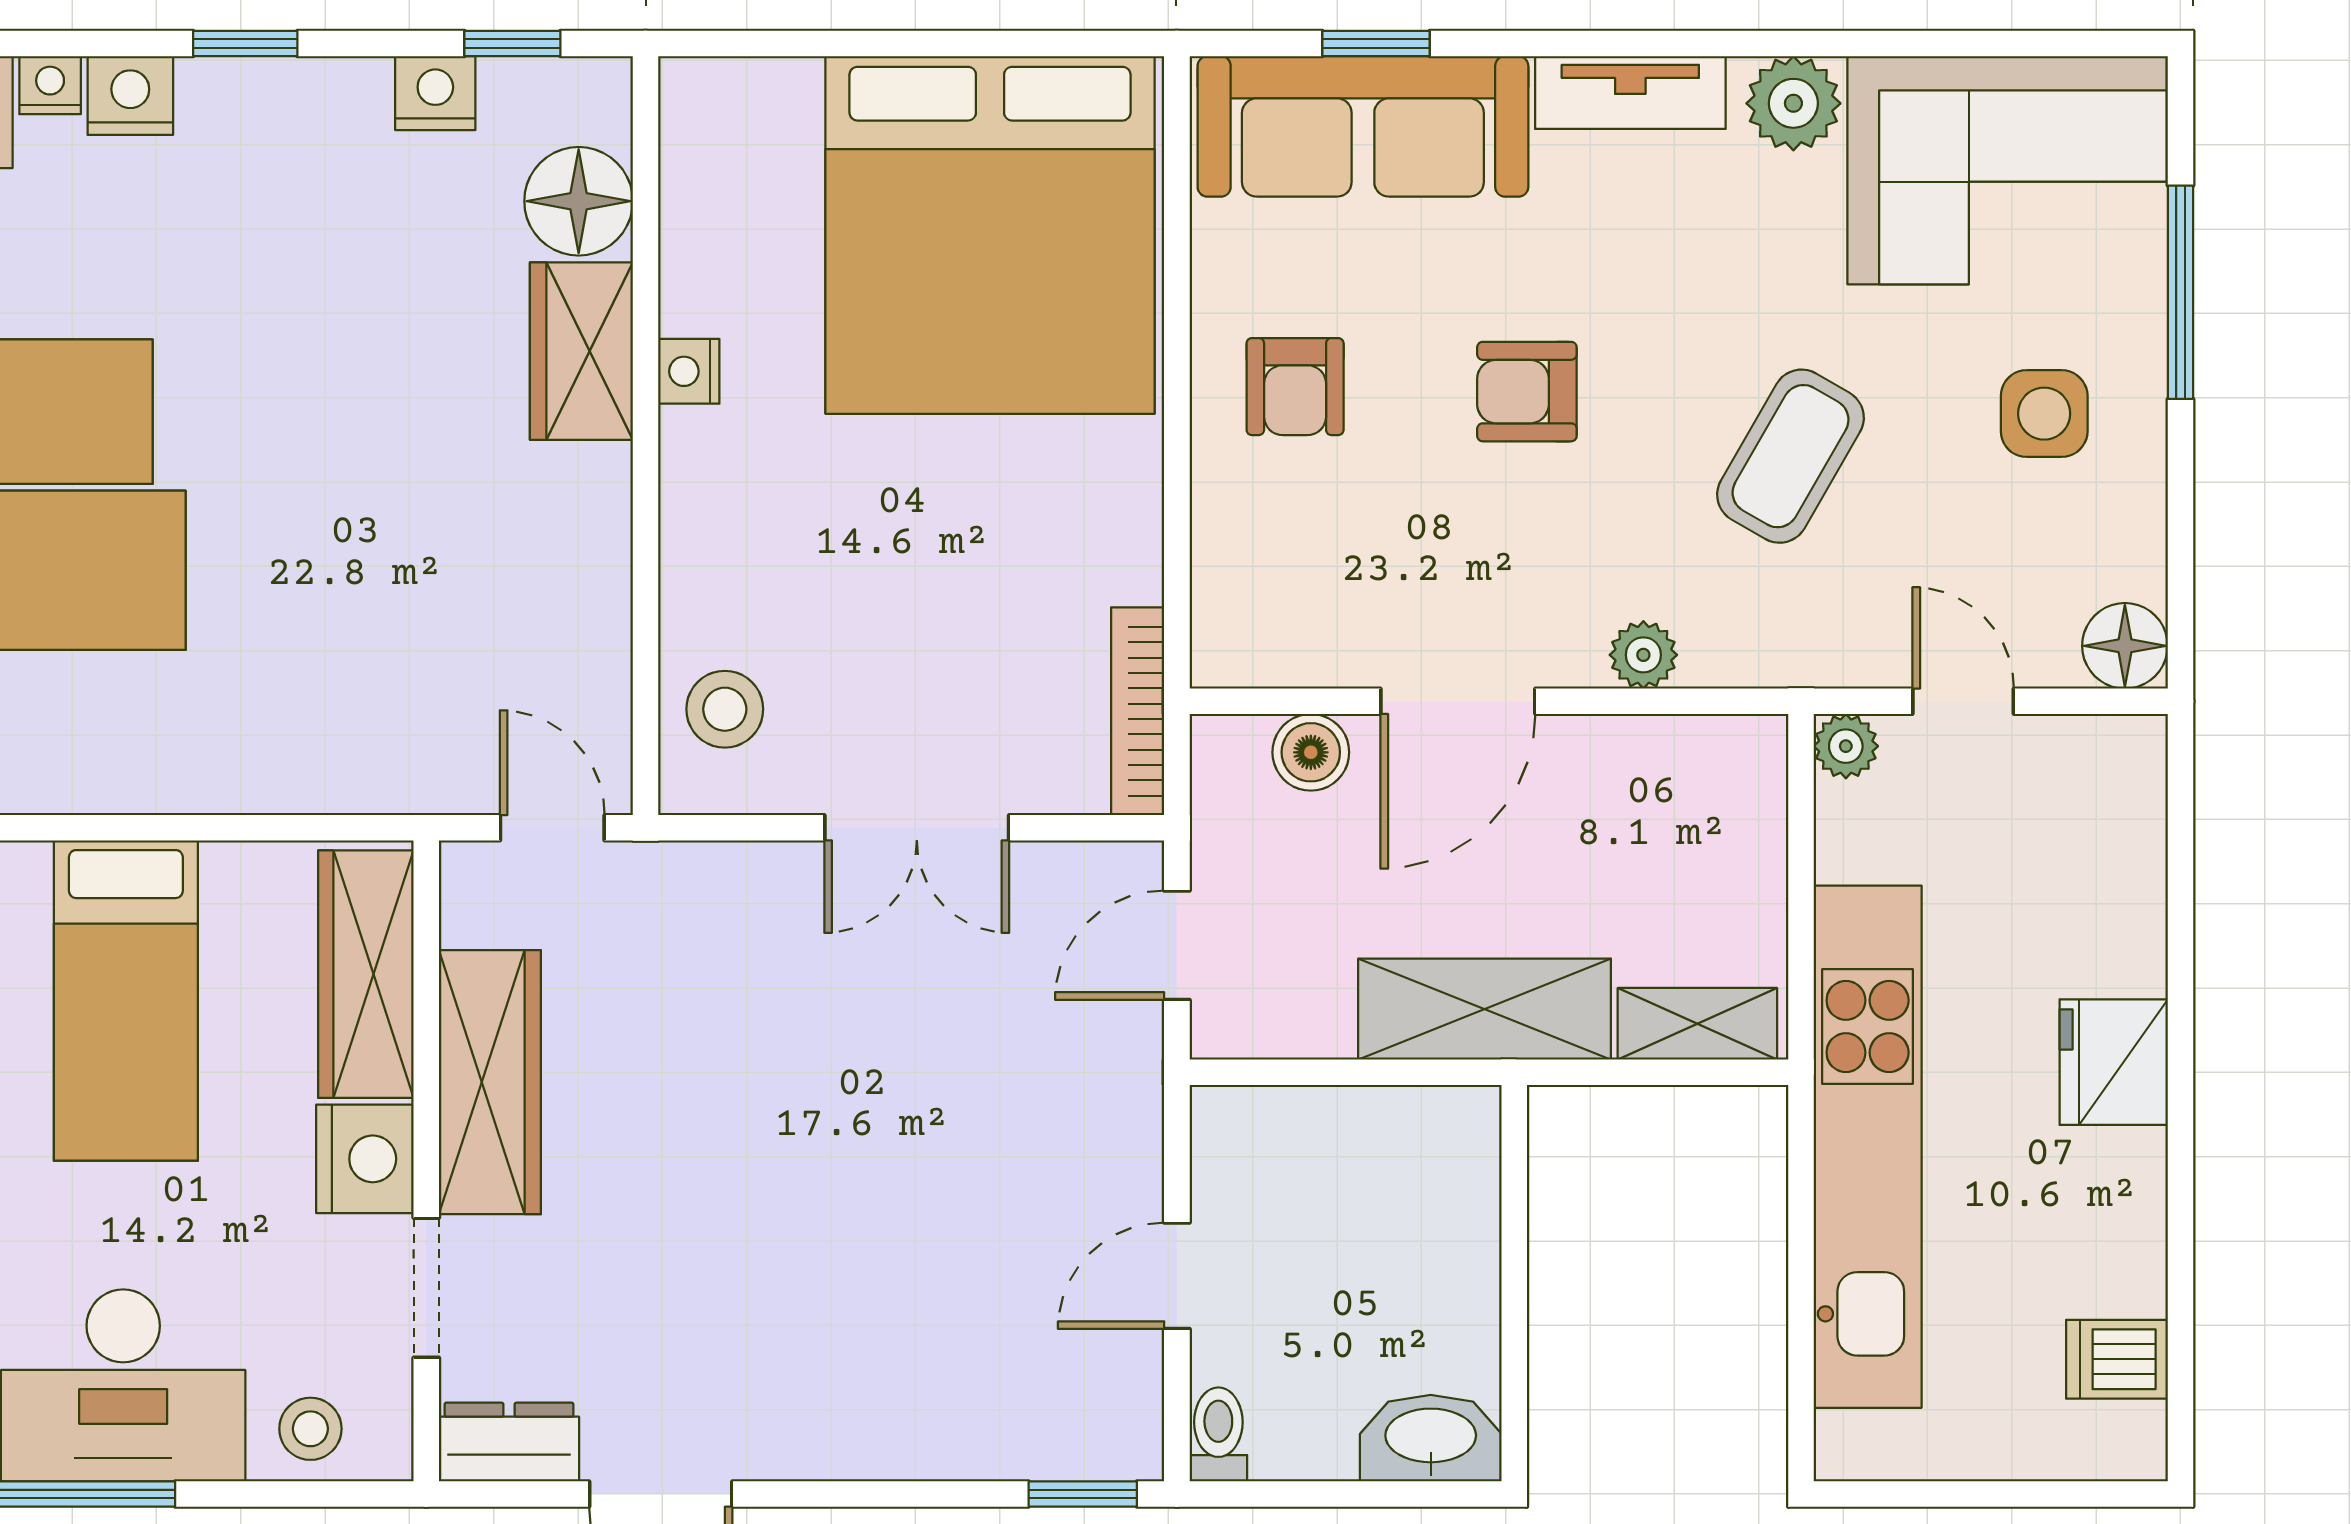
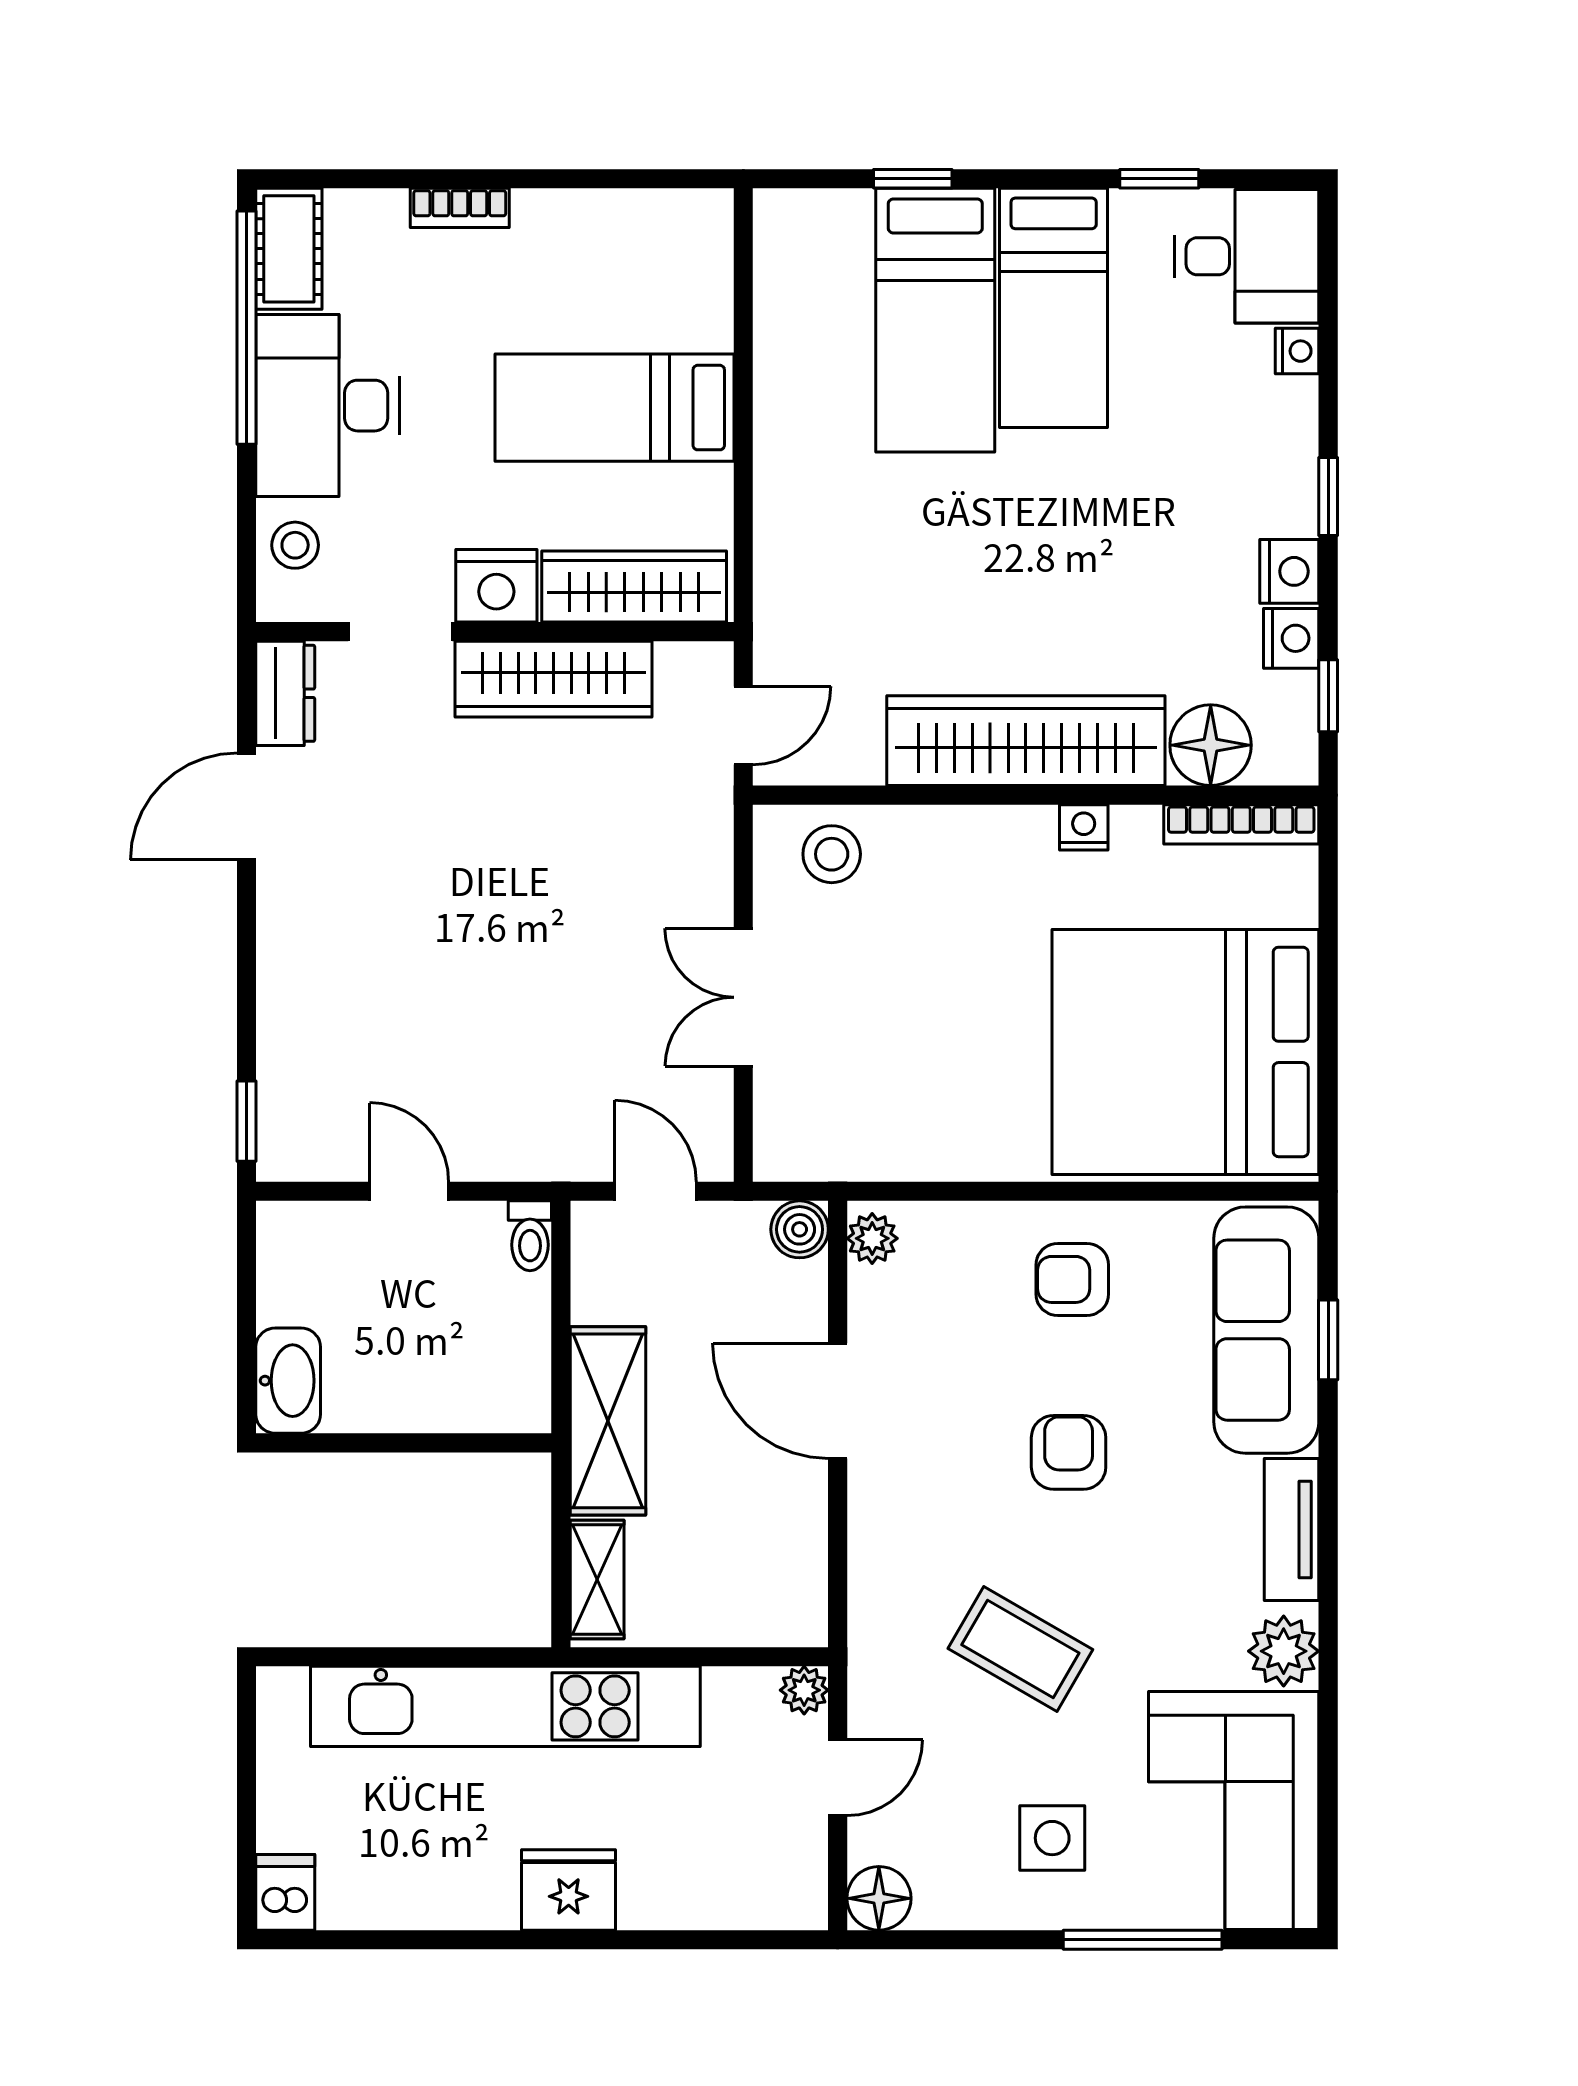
nightstand: (130, 96) -> (1289, 571), moved
wardrobe: (581, 351) -> (1026, 741), width x2.10, depth x1.17
plant: (1643, 655) -> (872, 1238), moved
bookcase: (1138, 711) -> (1241, 824), moved, turned 180
boiler: (1311, 752) -> (800, 1229), moved
dishwasher: (2117, 1359) -> (285, 1892), moved
toilet: (1218, 1434) -> (530, 1236), moved, turned 90

